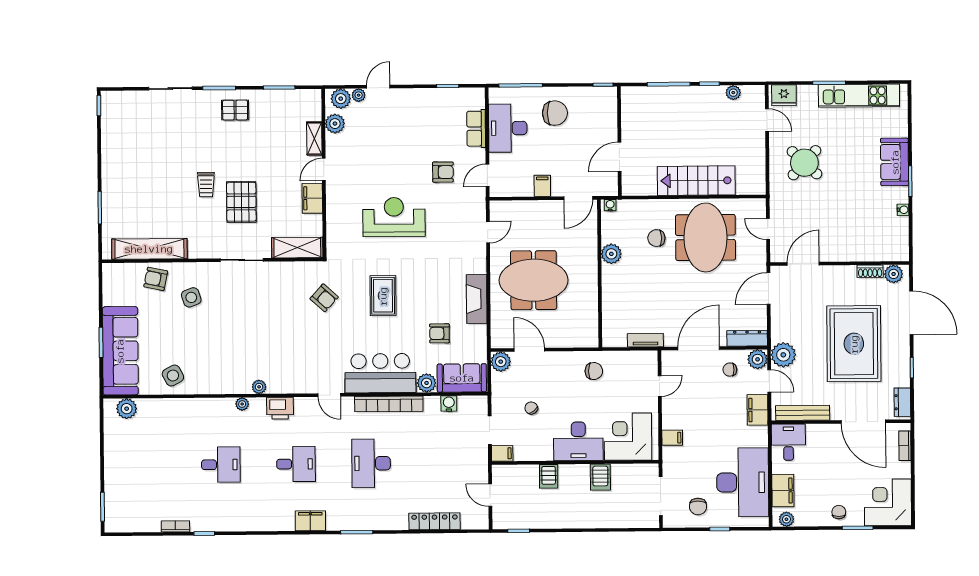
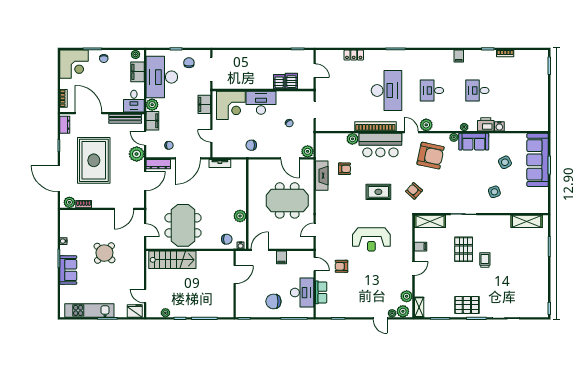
door: (378, 87) -> (380, 318), hinge flipped
pallet: (235, 110) -> (467, 305), width x1.50, depth x1.42
shelving: (314, 138) -> (419, 307), moved
round table: (804, 163) -> (104, 253), moved
door: (487, 175) -> (315, 264), hinge flipped
stairs: (696, 181) -> (172, 260), moved
filing cabinet: (312, 198) -> (421, 247), width x0.50
chair: (656, 238) -> (227, 239), moved
shelving: (149, 249) -> (527, 221), width x0.68
armchair: (156, 279) -> (431, 156), moved, width x1.88, depth x1.88
door: (768, 289) -> (145, 181), moved
rug: (383, 296) -> (378, 192), turned 90
fireplace: (477, 299) -> (322, 176), moved
plant: (758, 359) -> (152, 105), moved
side table: (173, 376) -> (505, 162), moved
sofa: (462, 378) -> (474, 142), moved
door: (660, 386) -> (211, 136), hinge flipped
water cooler: (449, 403) -> (499, 126), moved
printer: (280, 408) -> (486, 124), moved
plant: (127, 409) -> (426, 125), moved
filing cabinet: (672, 438) -> (204, 104), width x2.00
filing cabinet: (502, 453) -> (307, 96), removed
desk: (371, 463) -> (386, 91), width x1.36, depth x1.30
server rack: (600, 477) -> (291, 81), moved
filing cabinet: (310, 521) -> (459, 56), moved, width x0.50
locker: (435, 521) -> (354, 55), width x0.66

